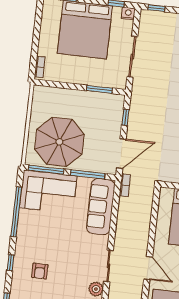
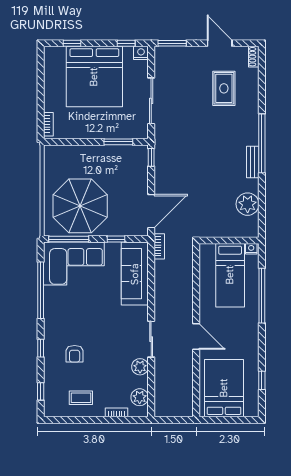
window: (156, 8) -> (172, 43), width x1.50
window: (125, 117) -> (151, 157), moved
window: (88, 174) -> (116, 239), width x0.46

